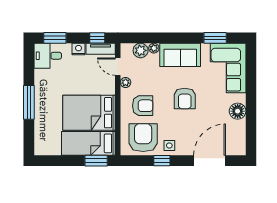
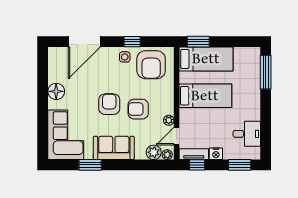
window: (215, 38) -> (90, 165), moved
plant: (154, 48) -> (167, 155), moved
desk: (48, 56) -> (247, 134), moved
door: (118, 67) -> (177, 136), swing flipped
window: (29, 102) -> (266, 72), moved
armchair: (143, 106) -> (138, 109), moved
bed: (89, 113) -> (205, 96), width x0.67

